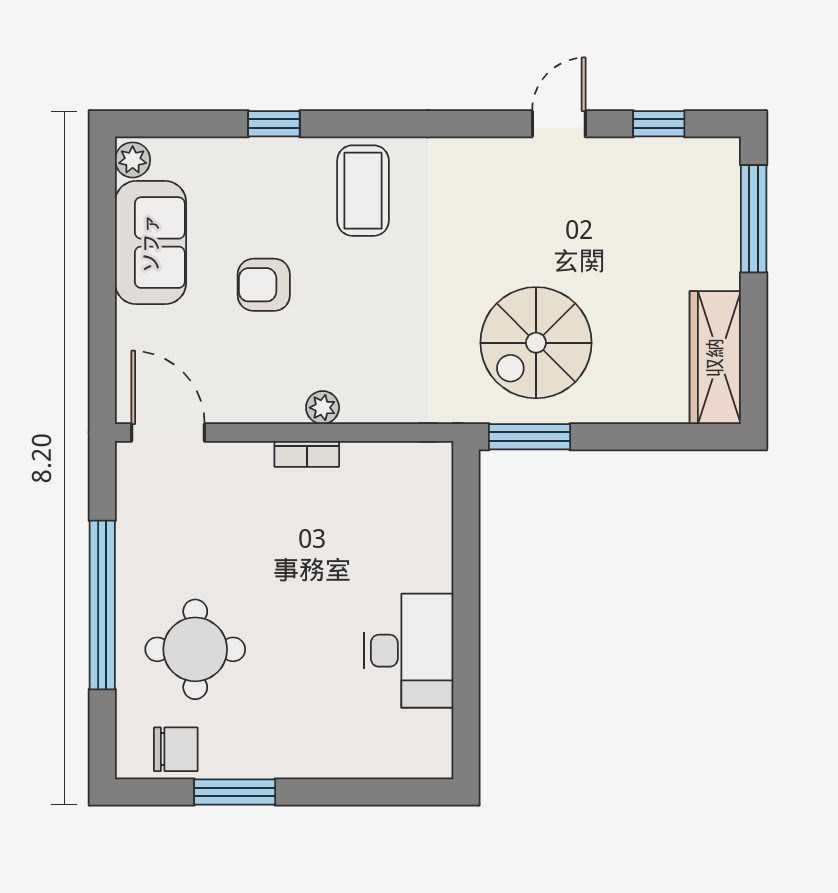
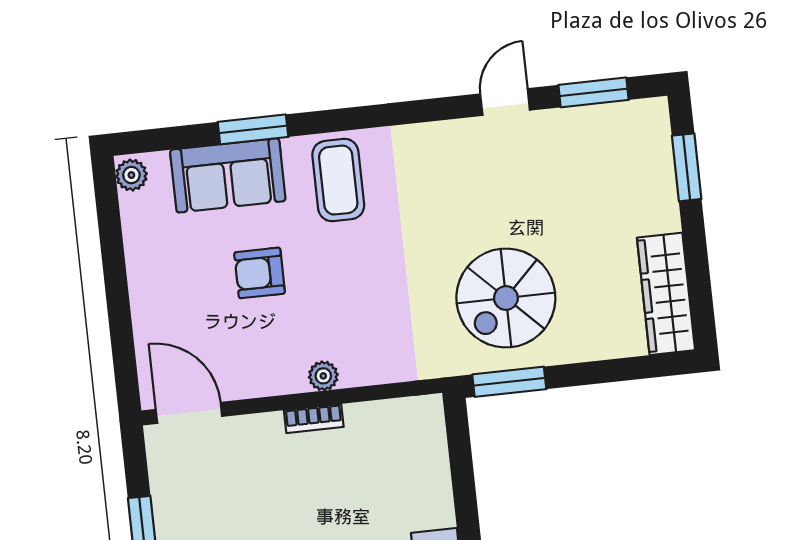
window: (274, 124) -> (253, 129), width x1.50
window: (659, 124) -> (594, 92), width x1.50
window: (754, 219) -> (687, 167), width x0.69
sofa: (151, 243) -> (228, 175), moved, turned 90

